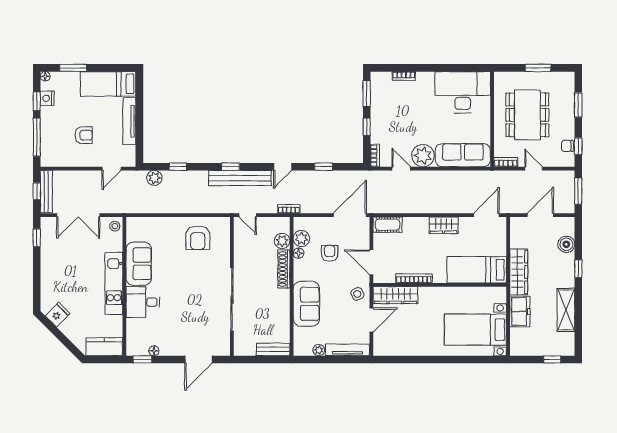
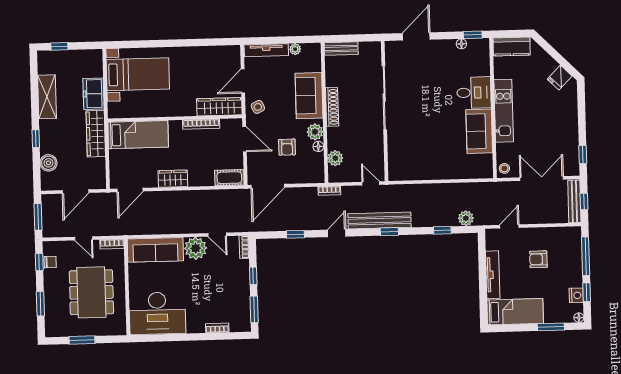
armchair: (198, 238) -> (420, 159), removed
plant: (301, 239) -> (315, 132), moved
shoe rack: (284, 269) -> (332, 107), moved

